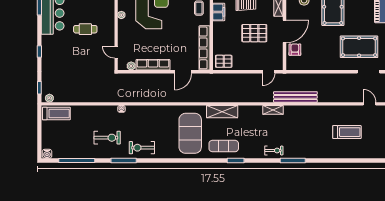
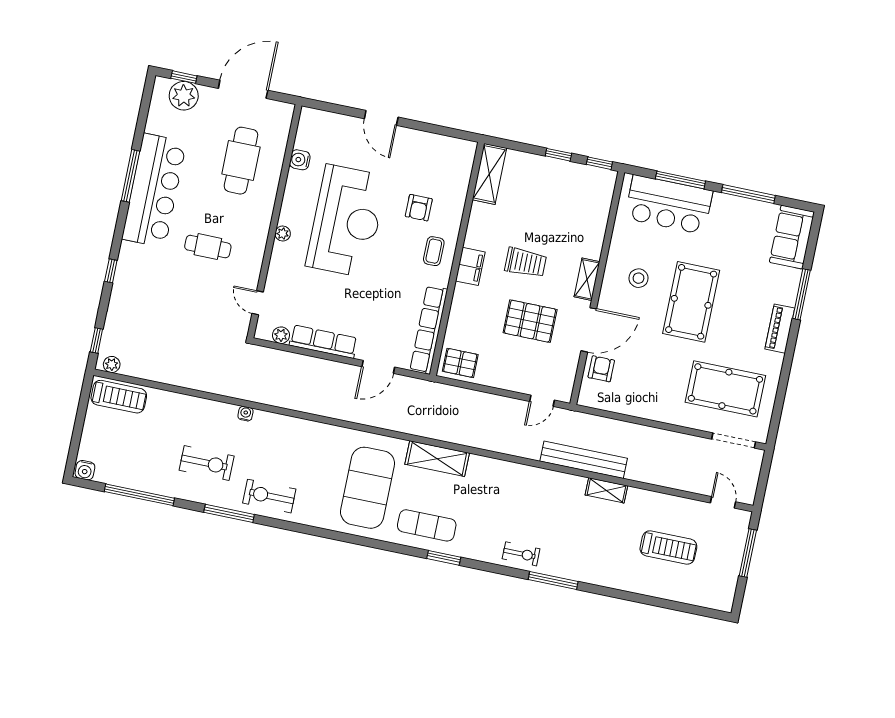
shelving: (273, 110) -> (606, 490), moved

